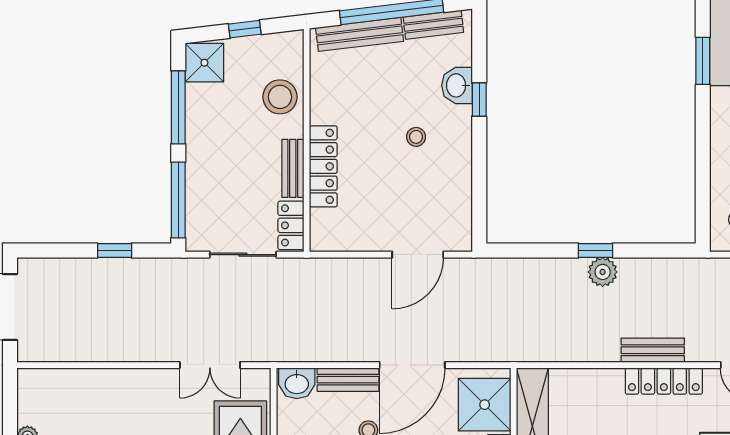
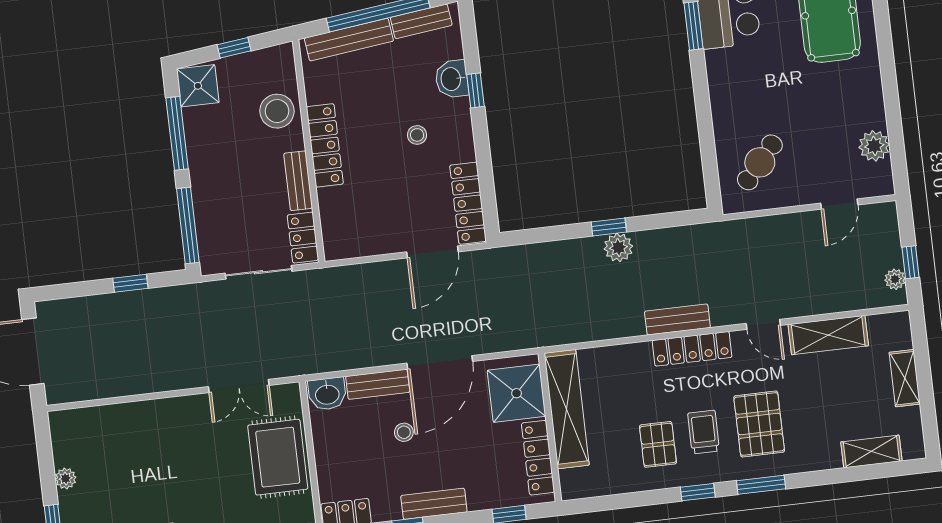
locker: (323, 166) -> (325, 145), moved
locker: (459, 211) -> (468, 203), added

